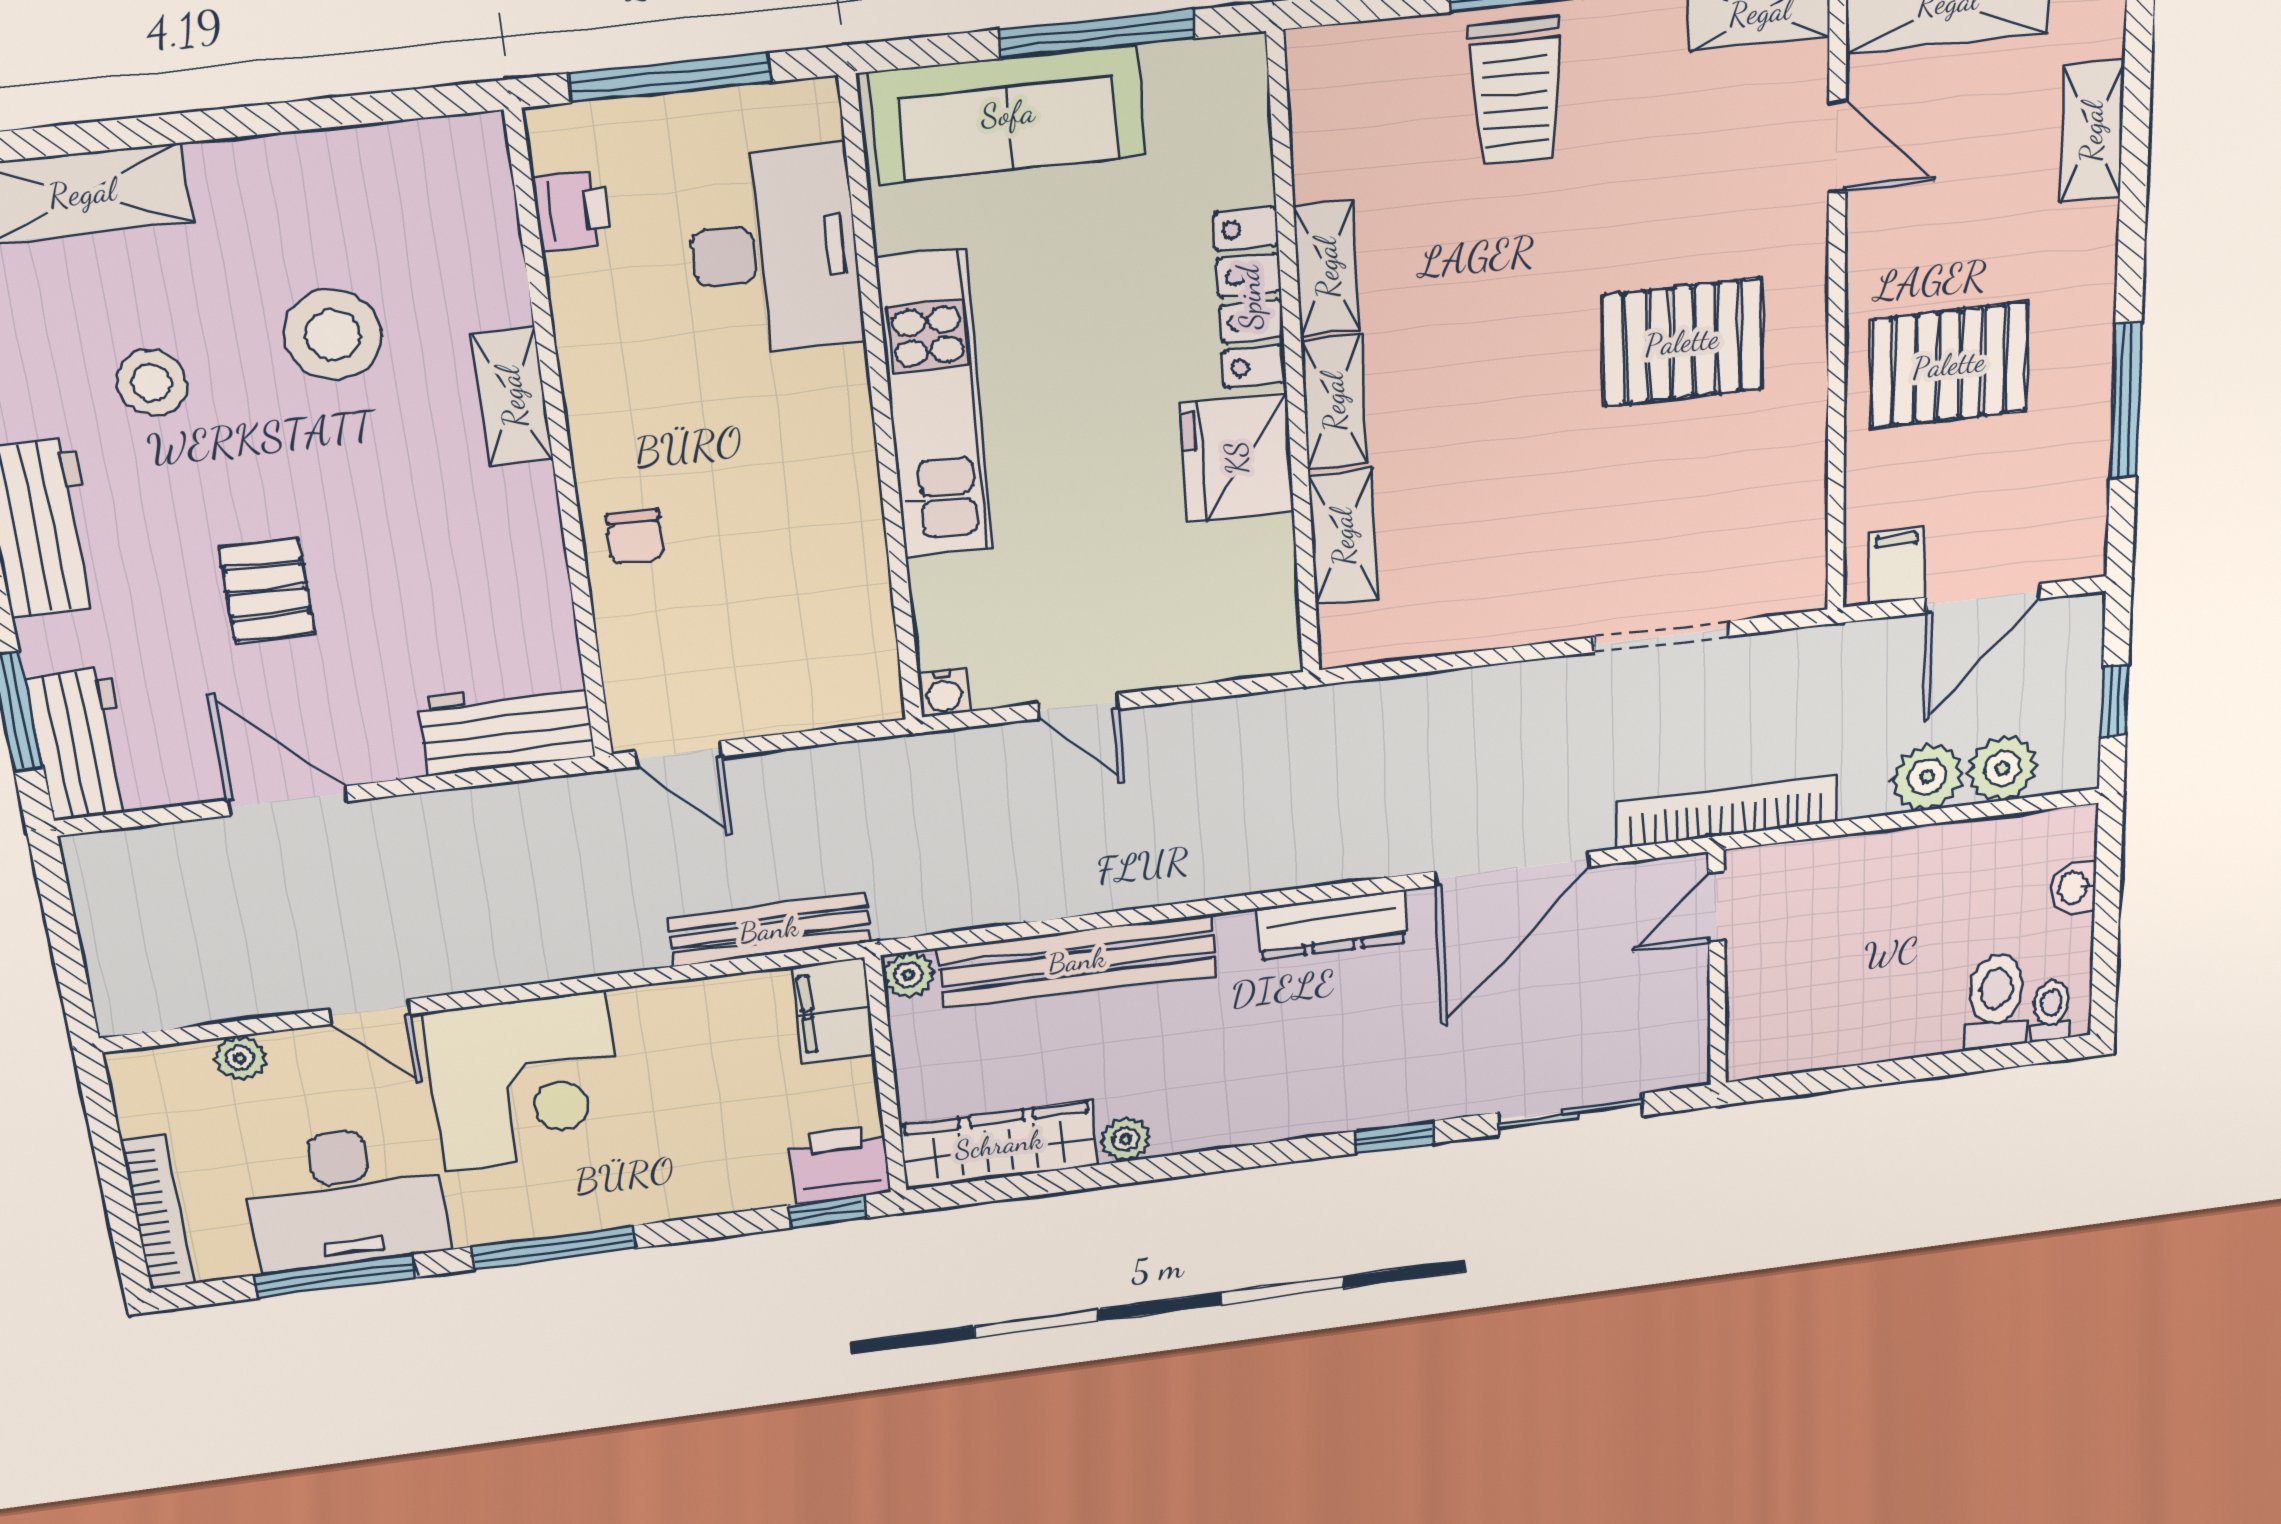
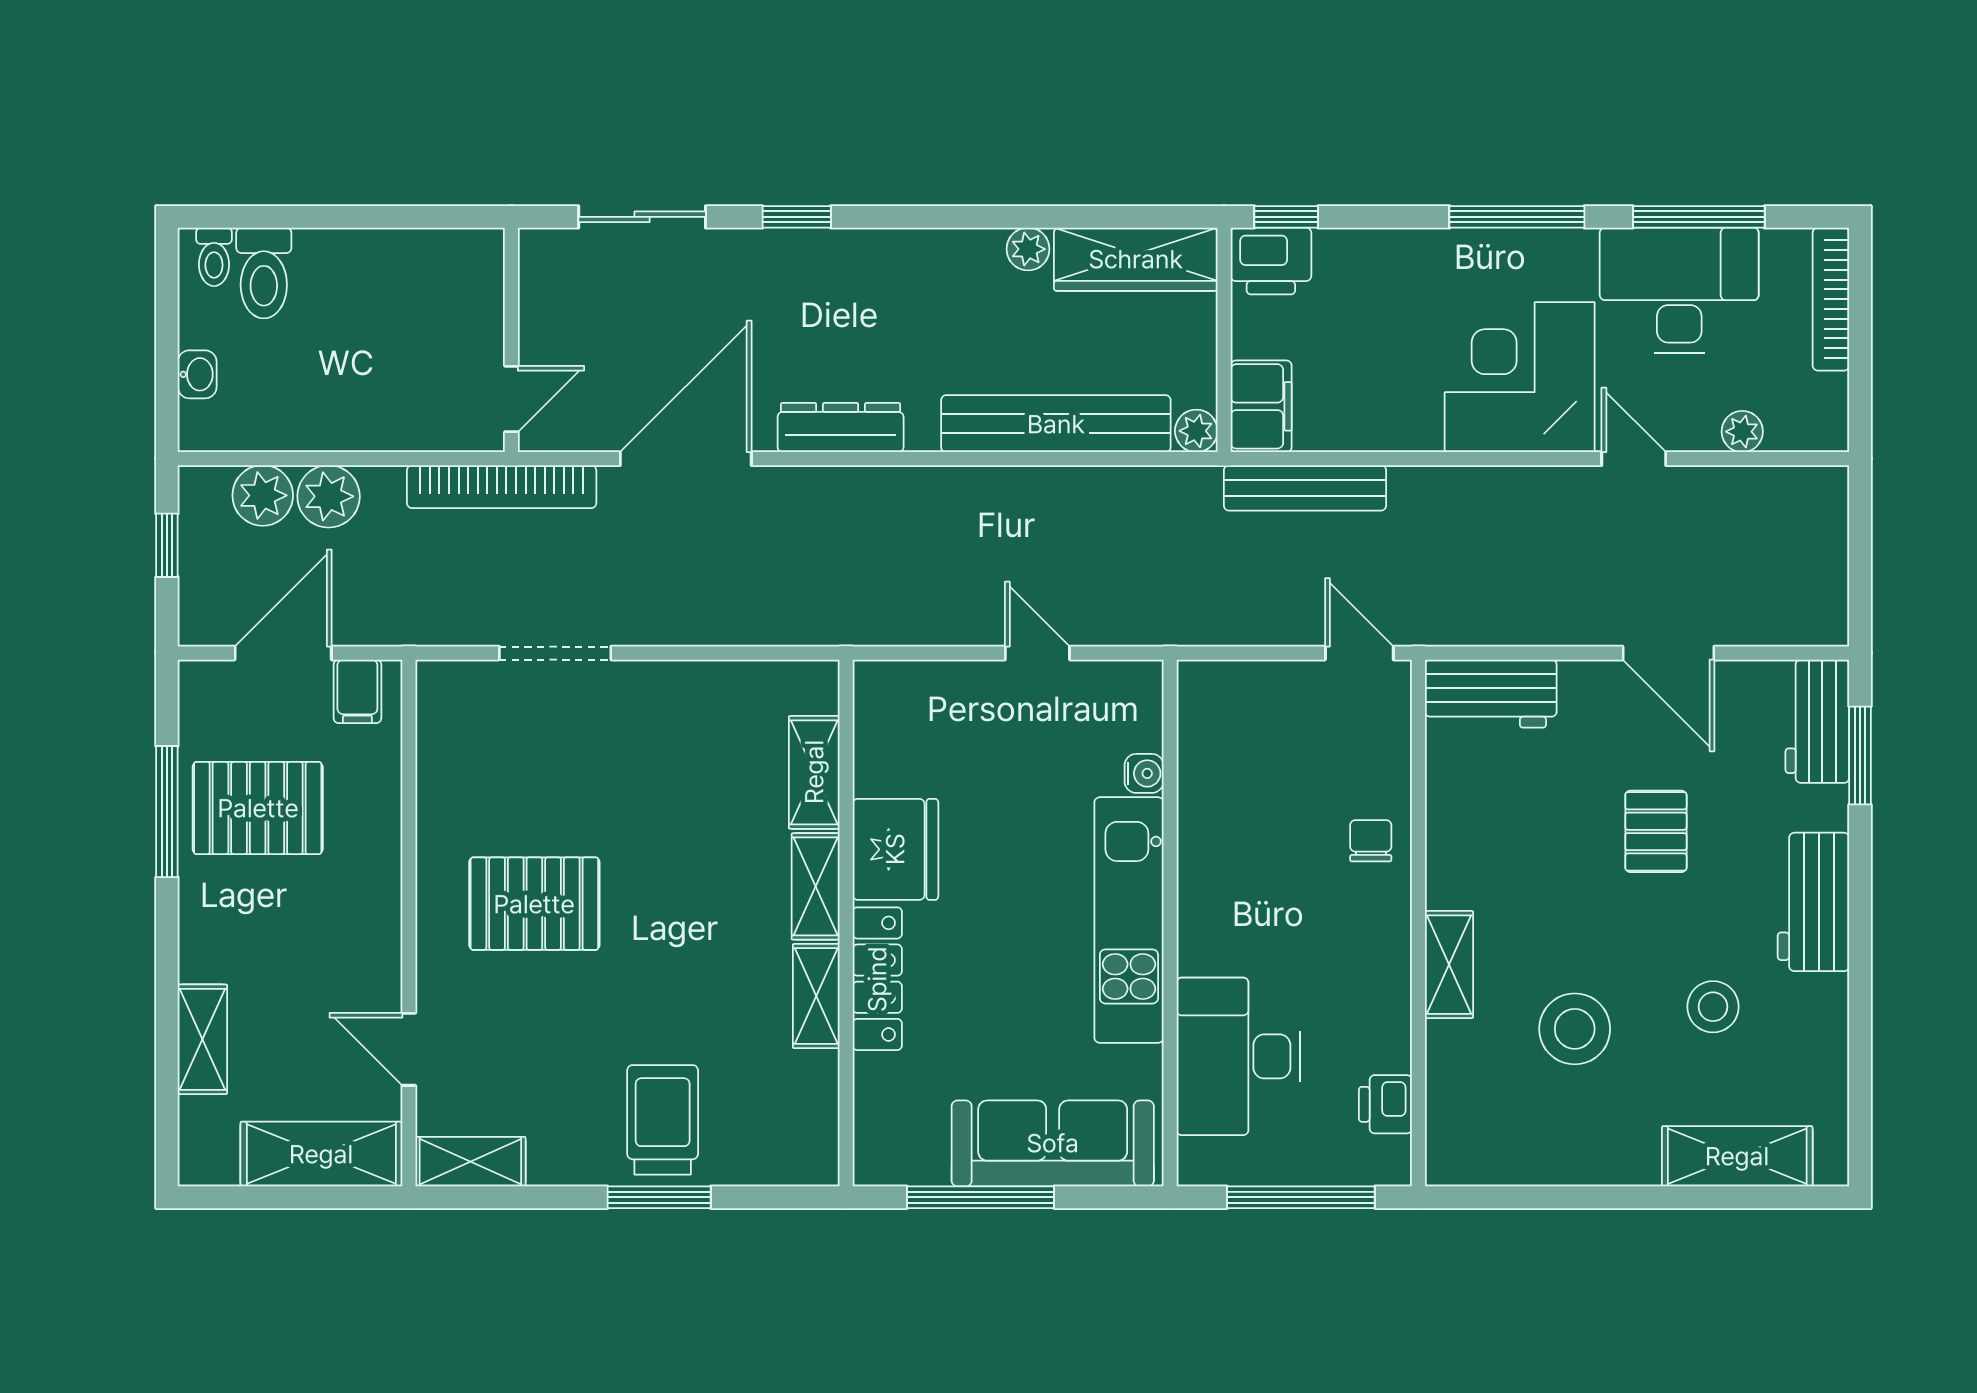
pallet: (1949, 365) -> (258, 808), moved
water cooler: (944, 692) -> (1144, 773), moved, turned 90

